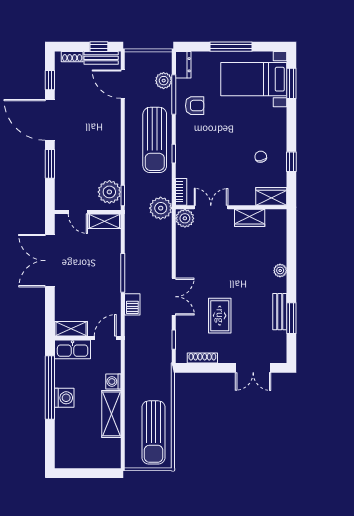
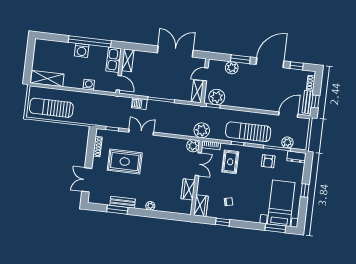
window: (231, 47) -> (305, 190), width x0.46
rug: (202, 161) -> (230, 162), added
plant: (64, 175) -> (232, 68), added
double door: (174, 297) -> (141, 132), swing flipped
rug: (220, 316) -> (125, 162), width x1.36, depth x1.43
shelving: (111, 414) -> (47, 79), moved

